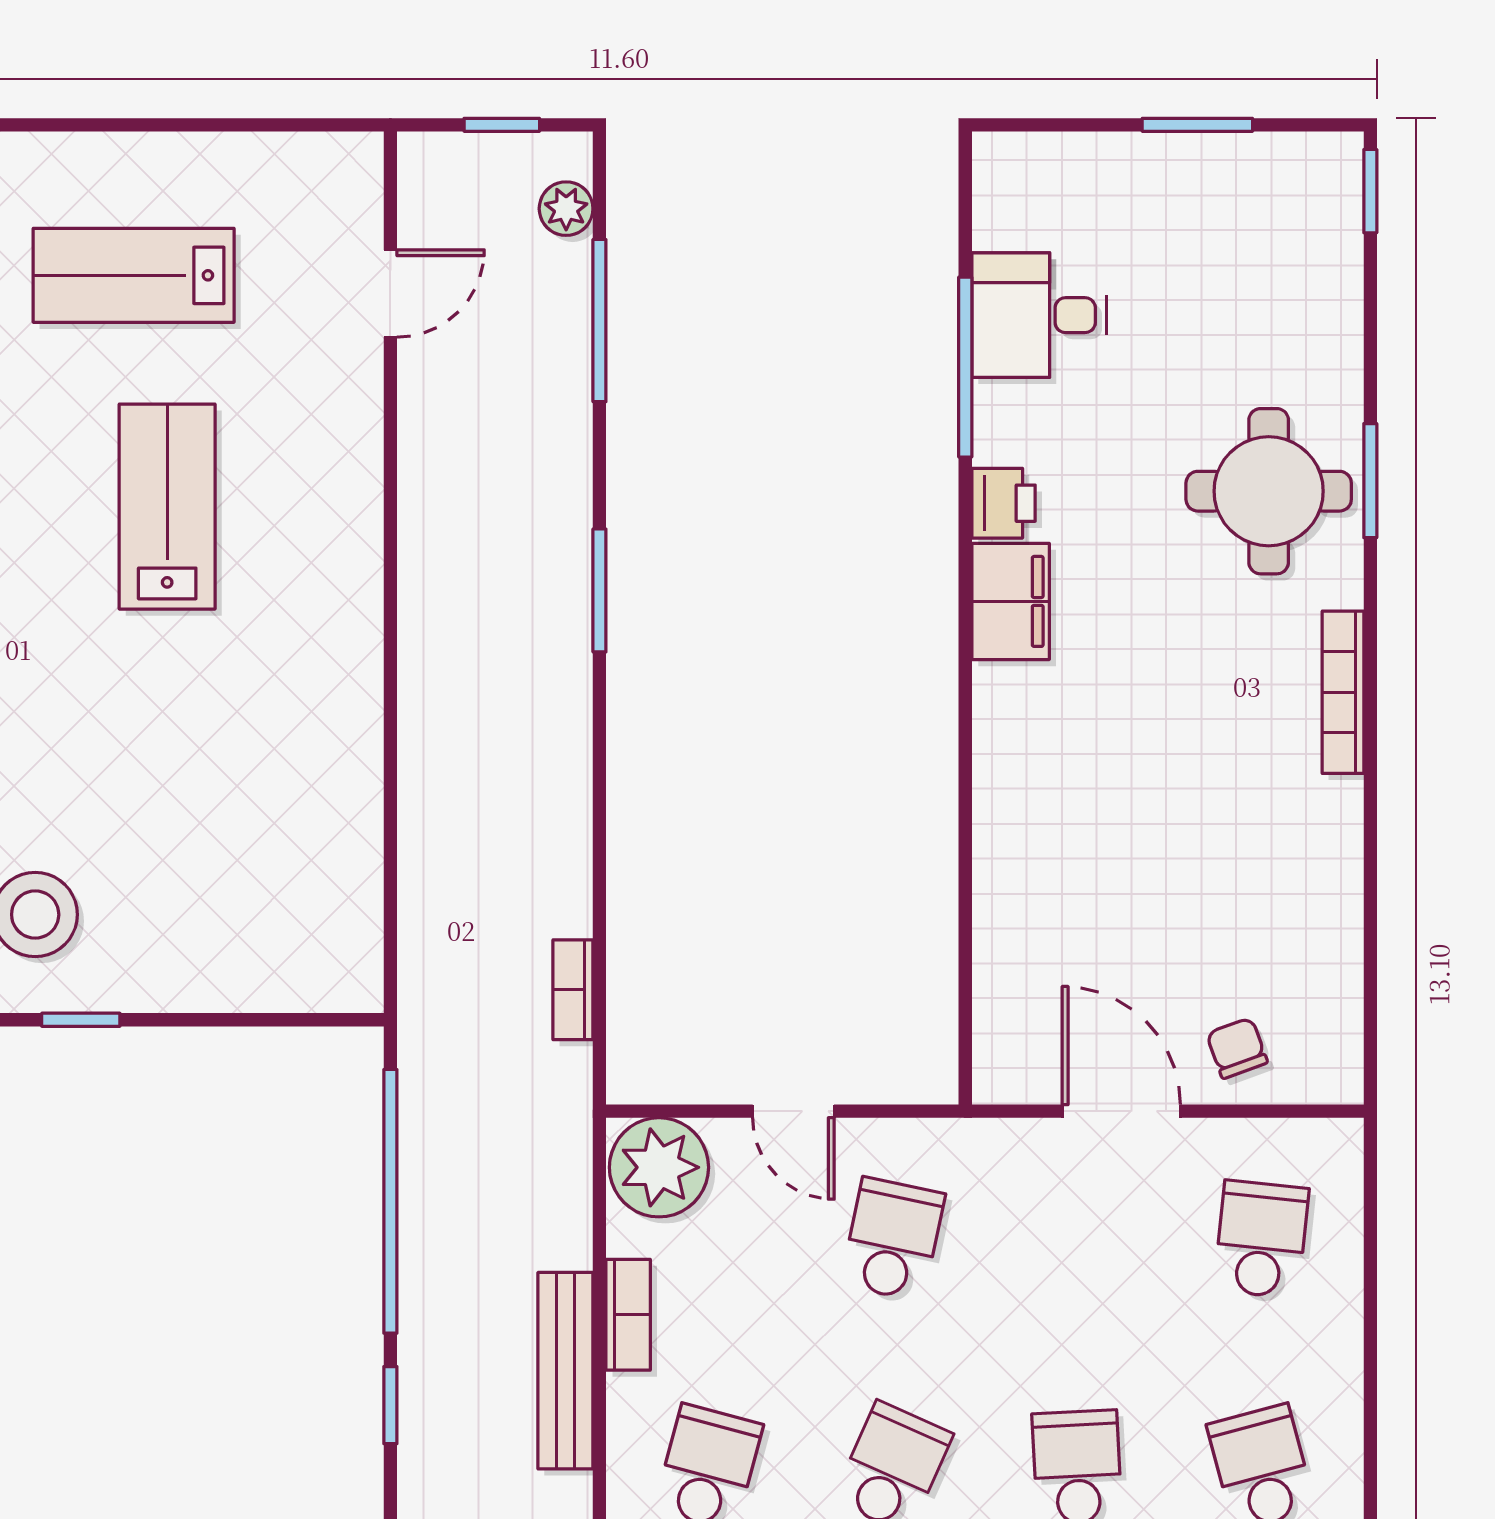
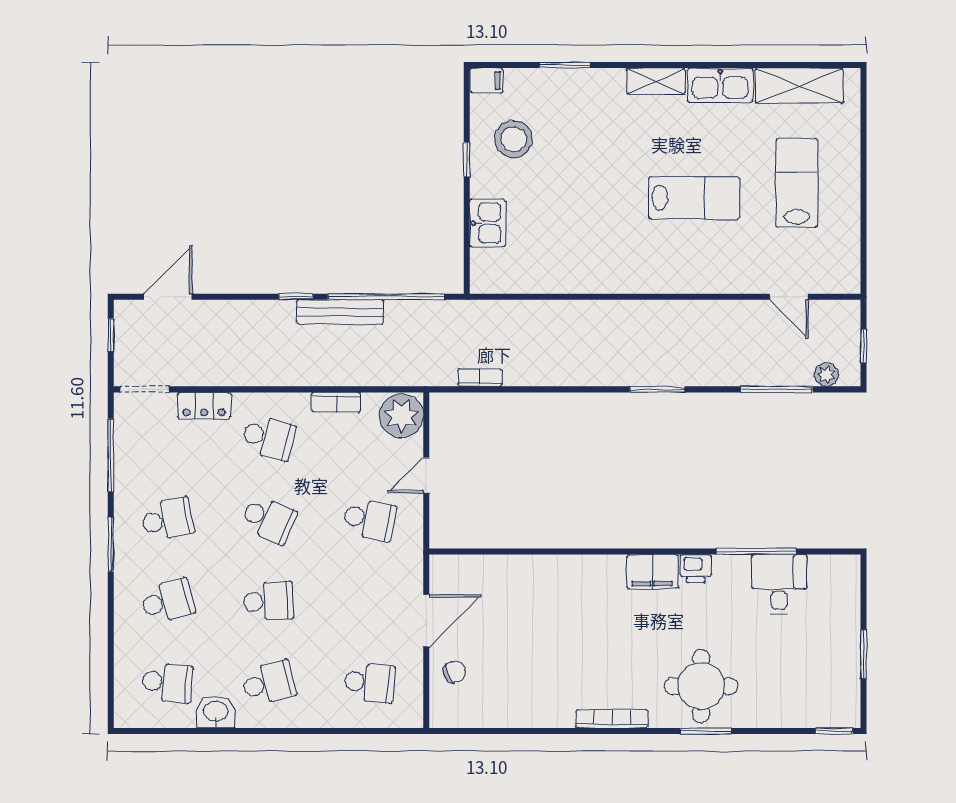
kitchen sink: (224, 973) -> (487, 223), added
bench: (565, 1371) -> (340, 312), moved

